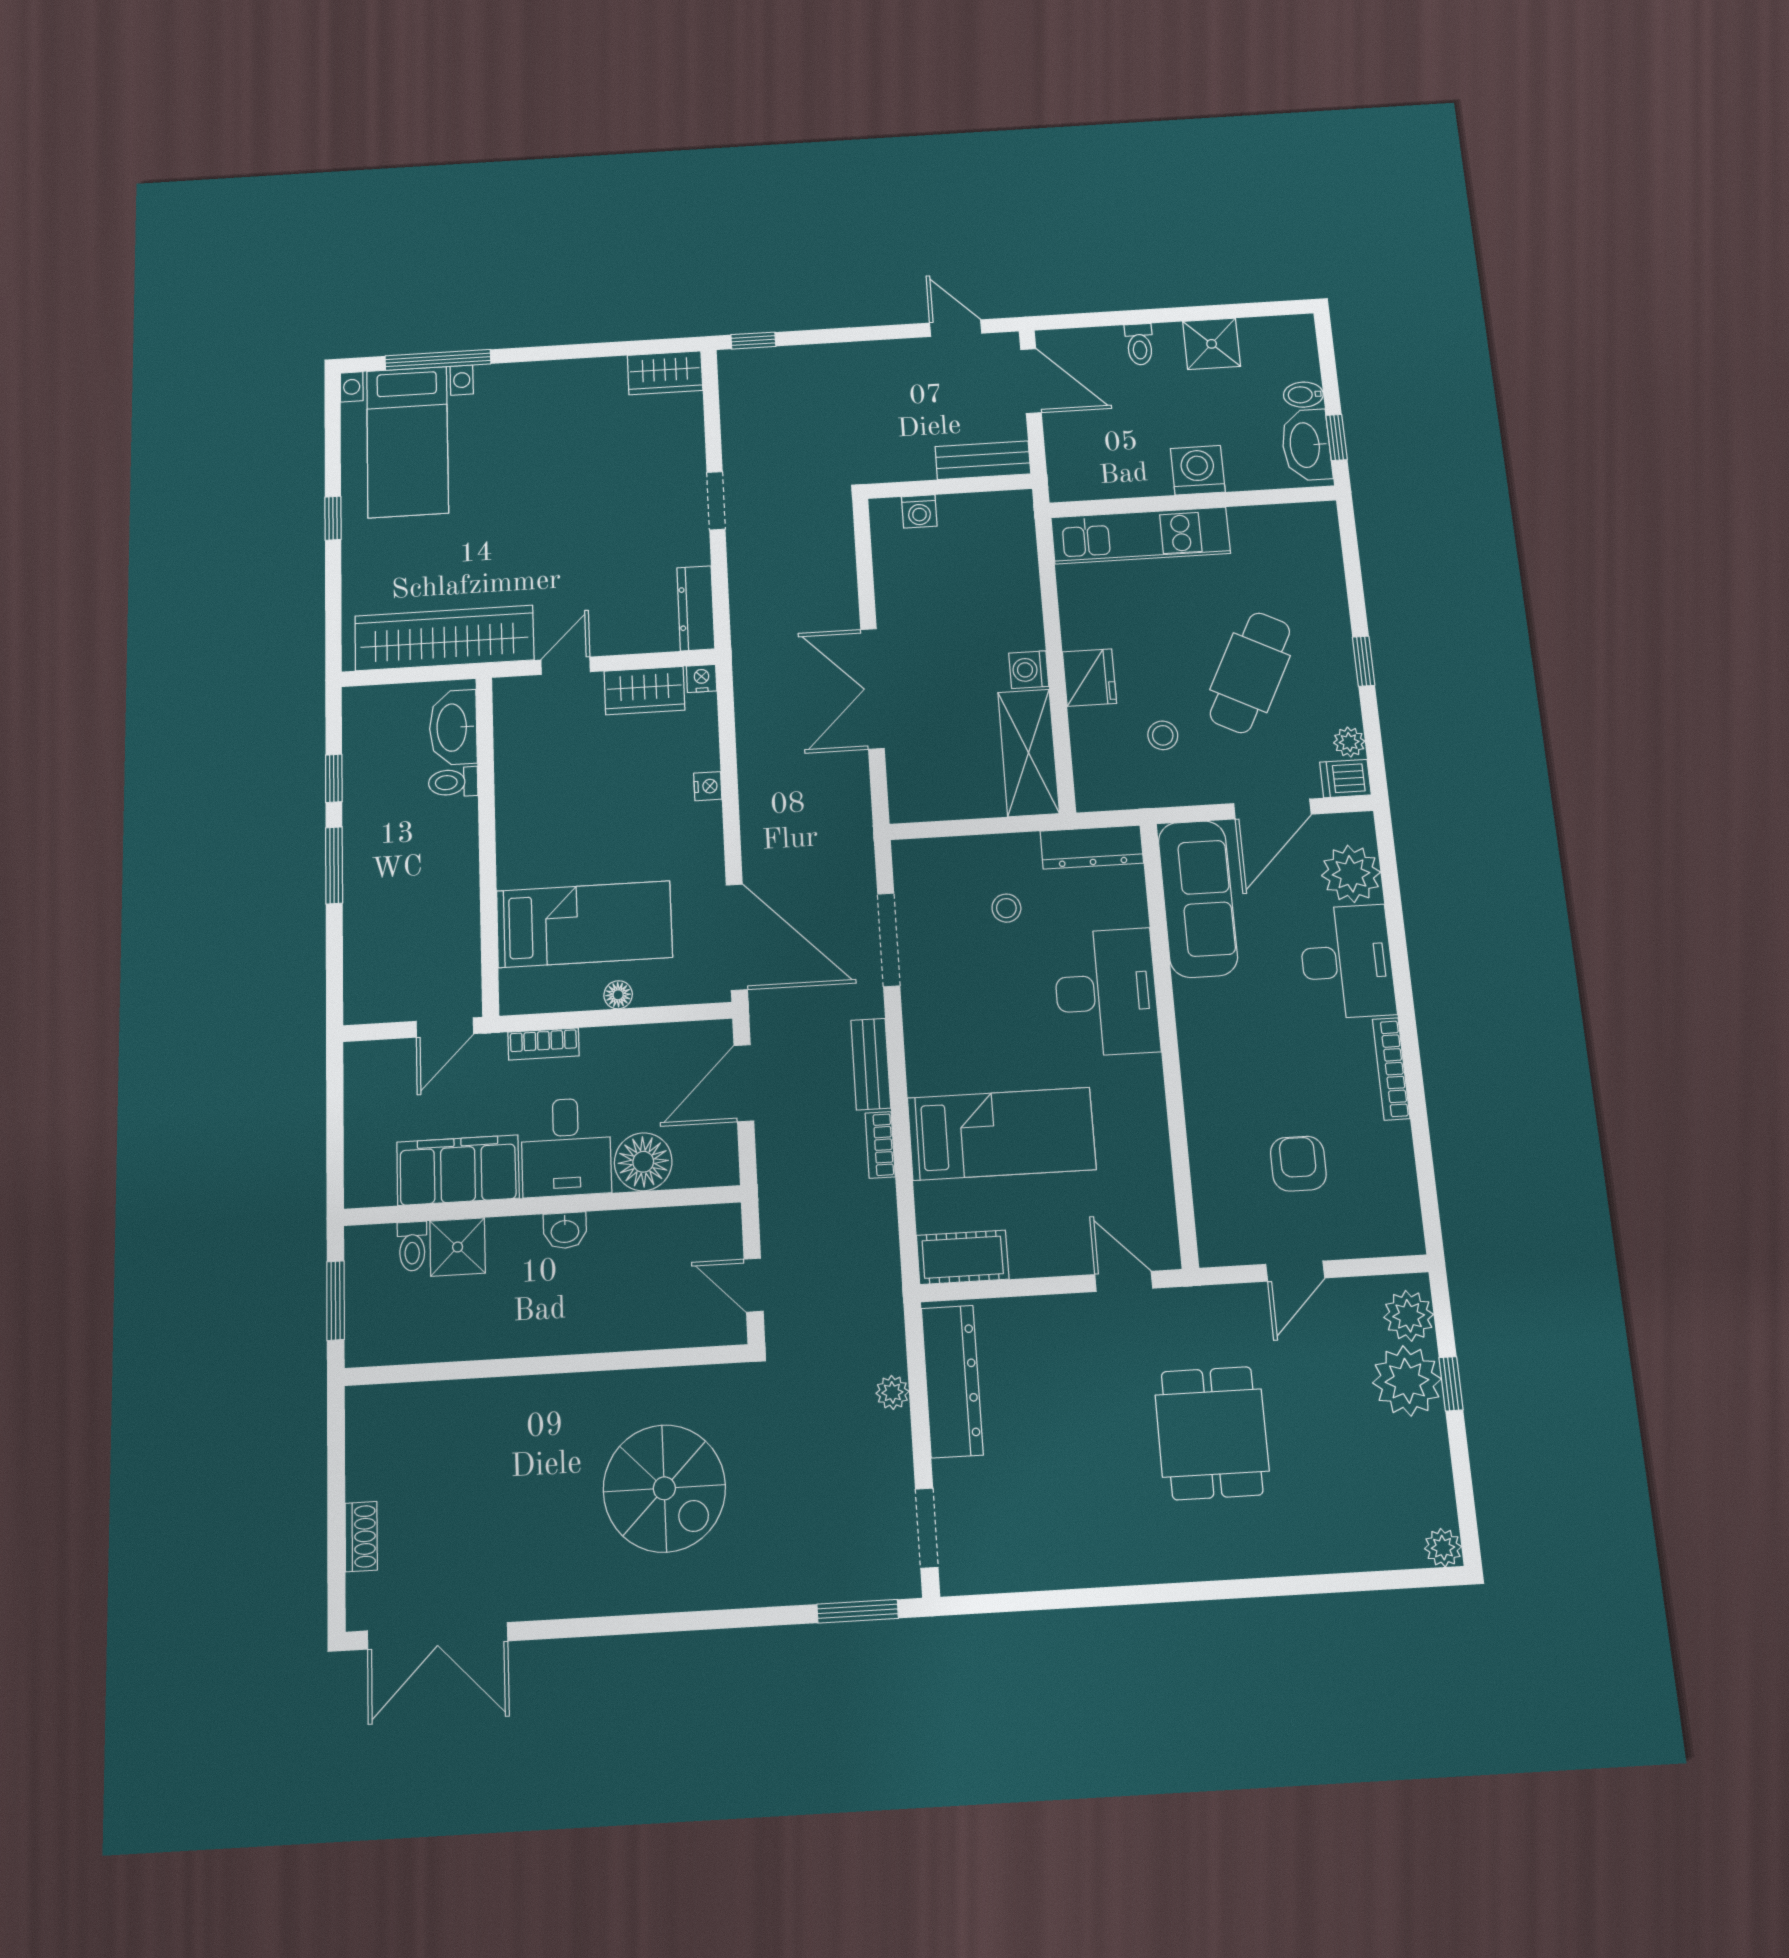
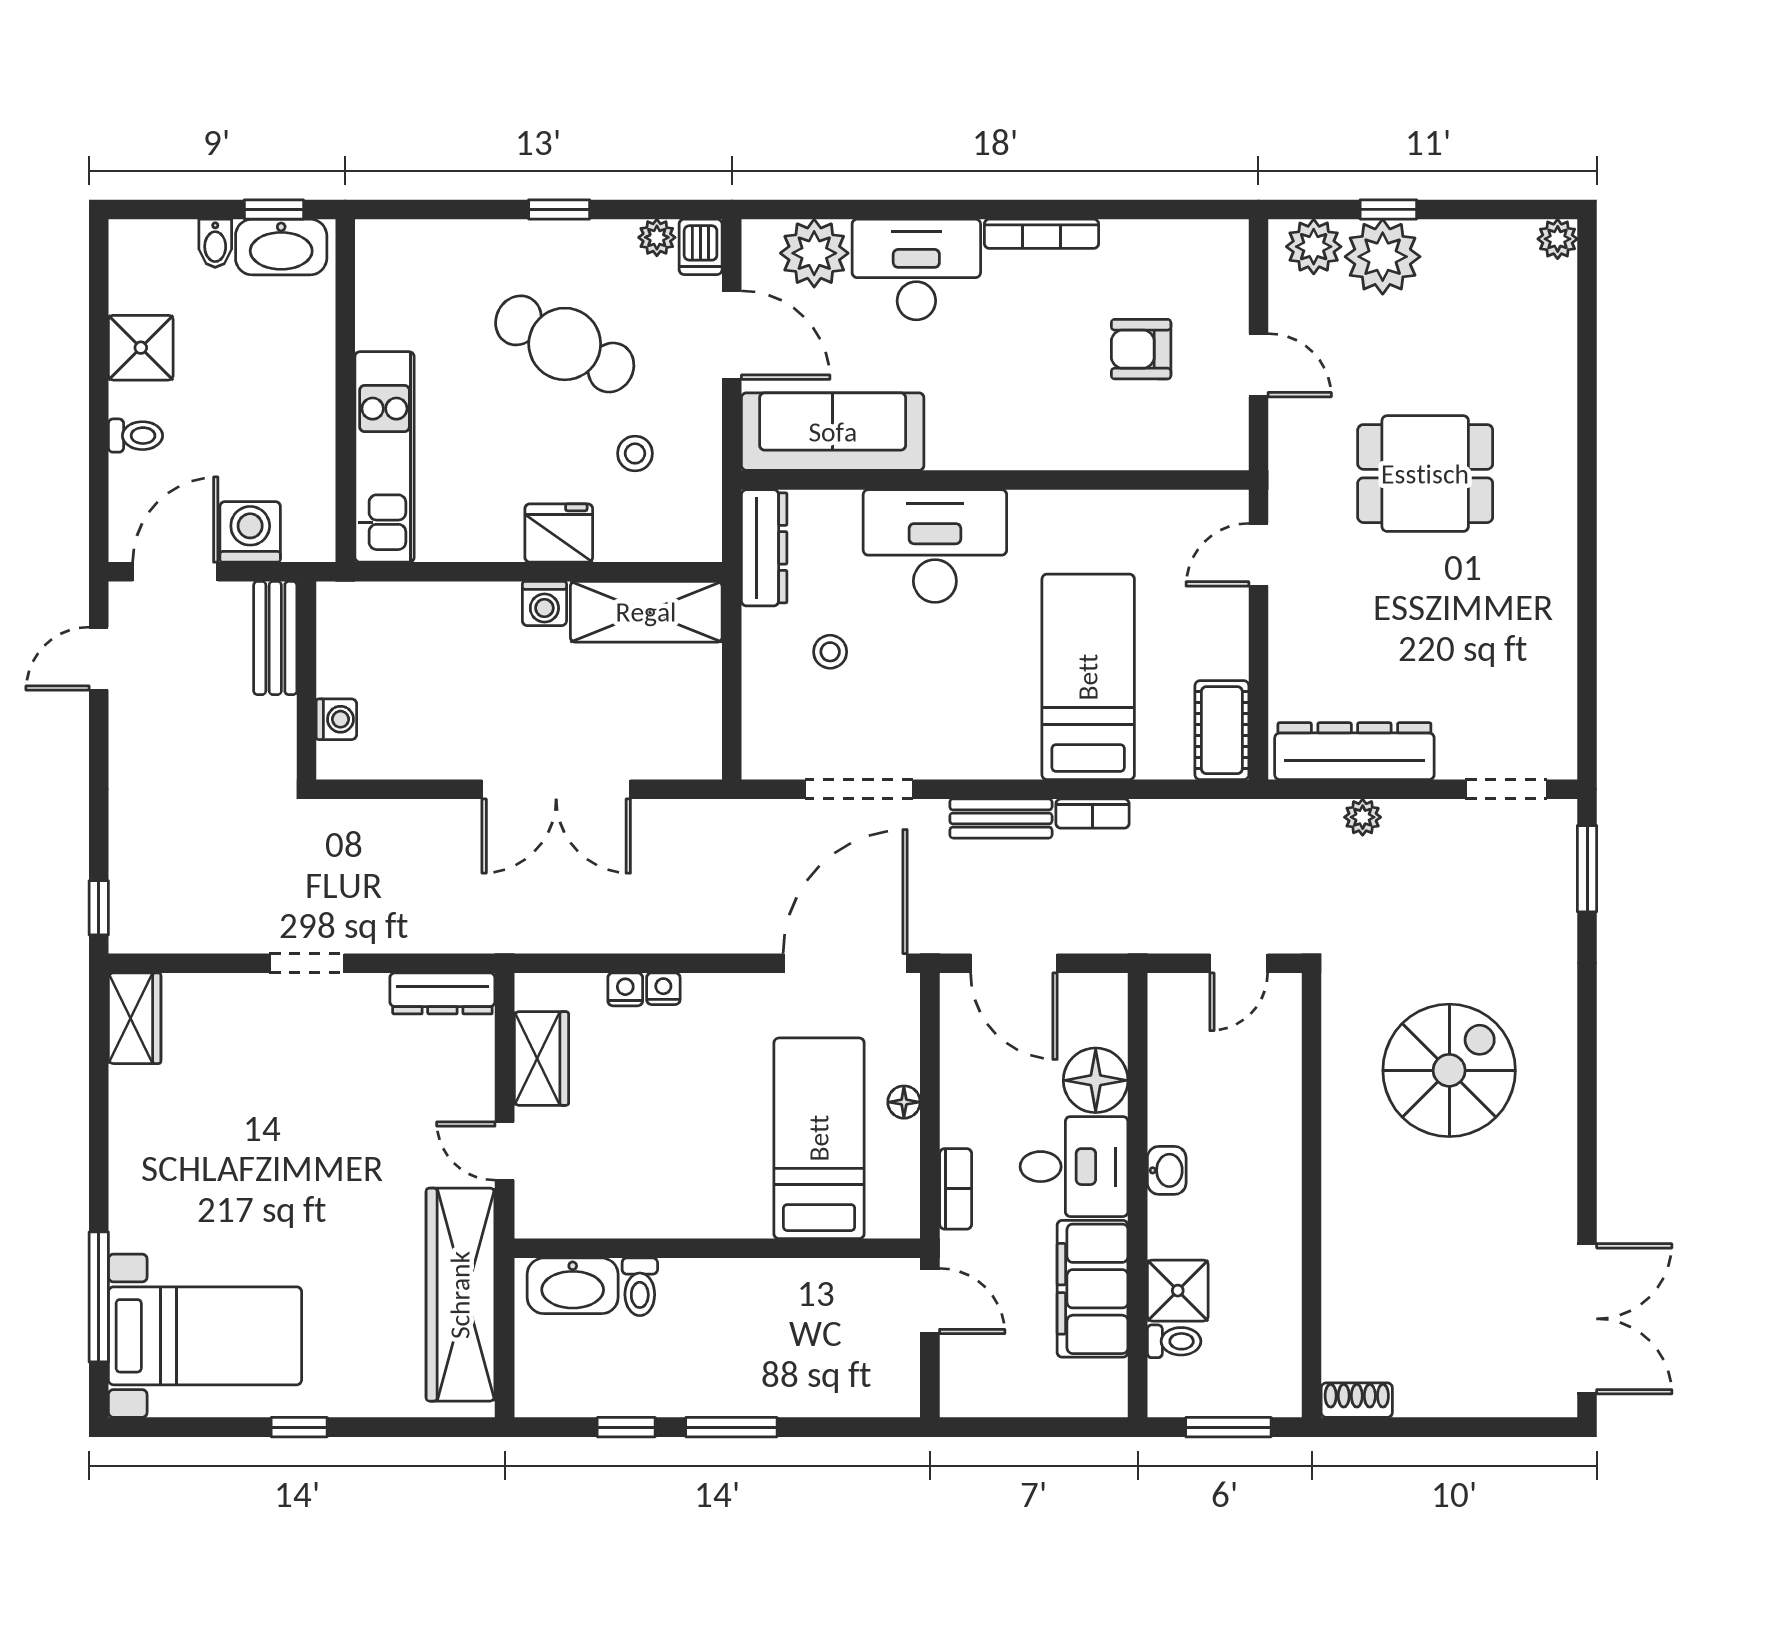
washing machine: (1198, 470) -> (250, 532), moved, turned 90
nightstand: (702, 678) -> (625, 989), moved, turned 90
shoe rack: (361, 1537) -> (1357, 1400), moved

